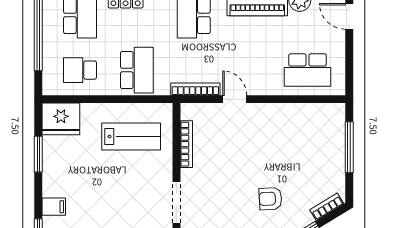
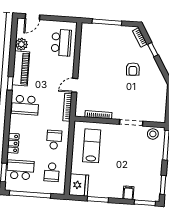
school desk: (137, 70) -> (54, 140), width x0.54

